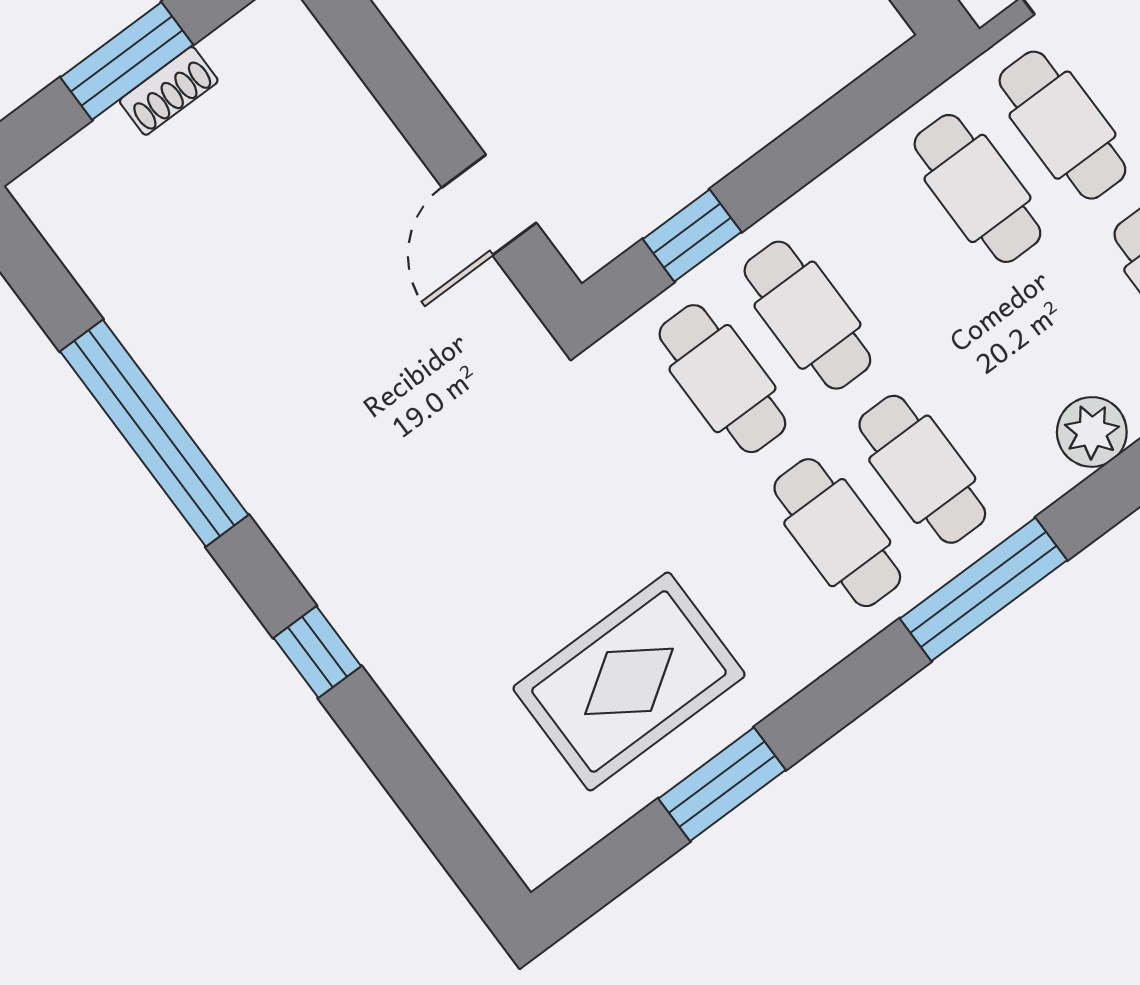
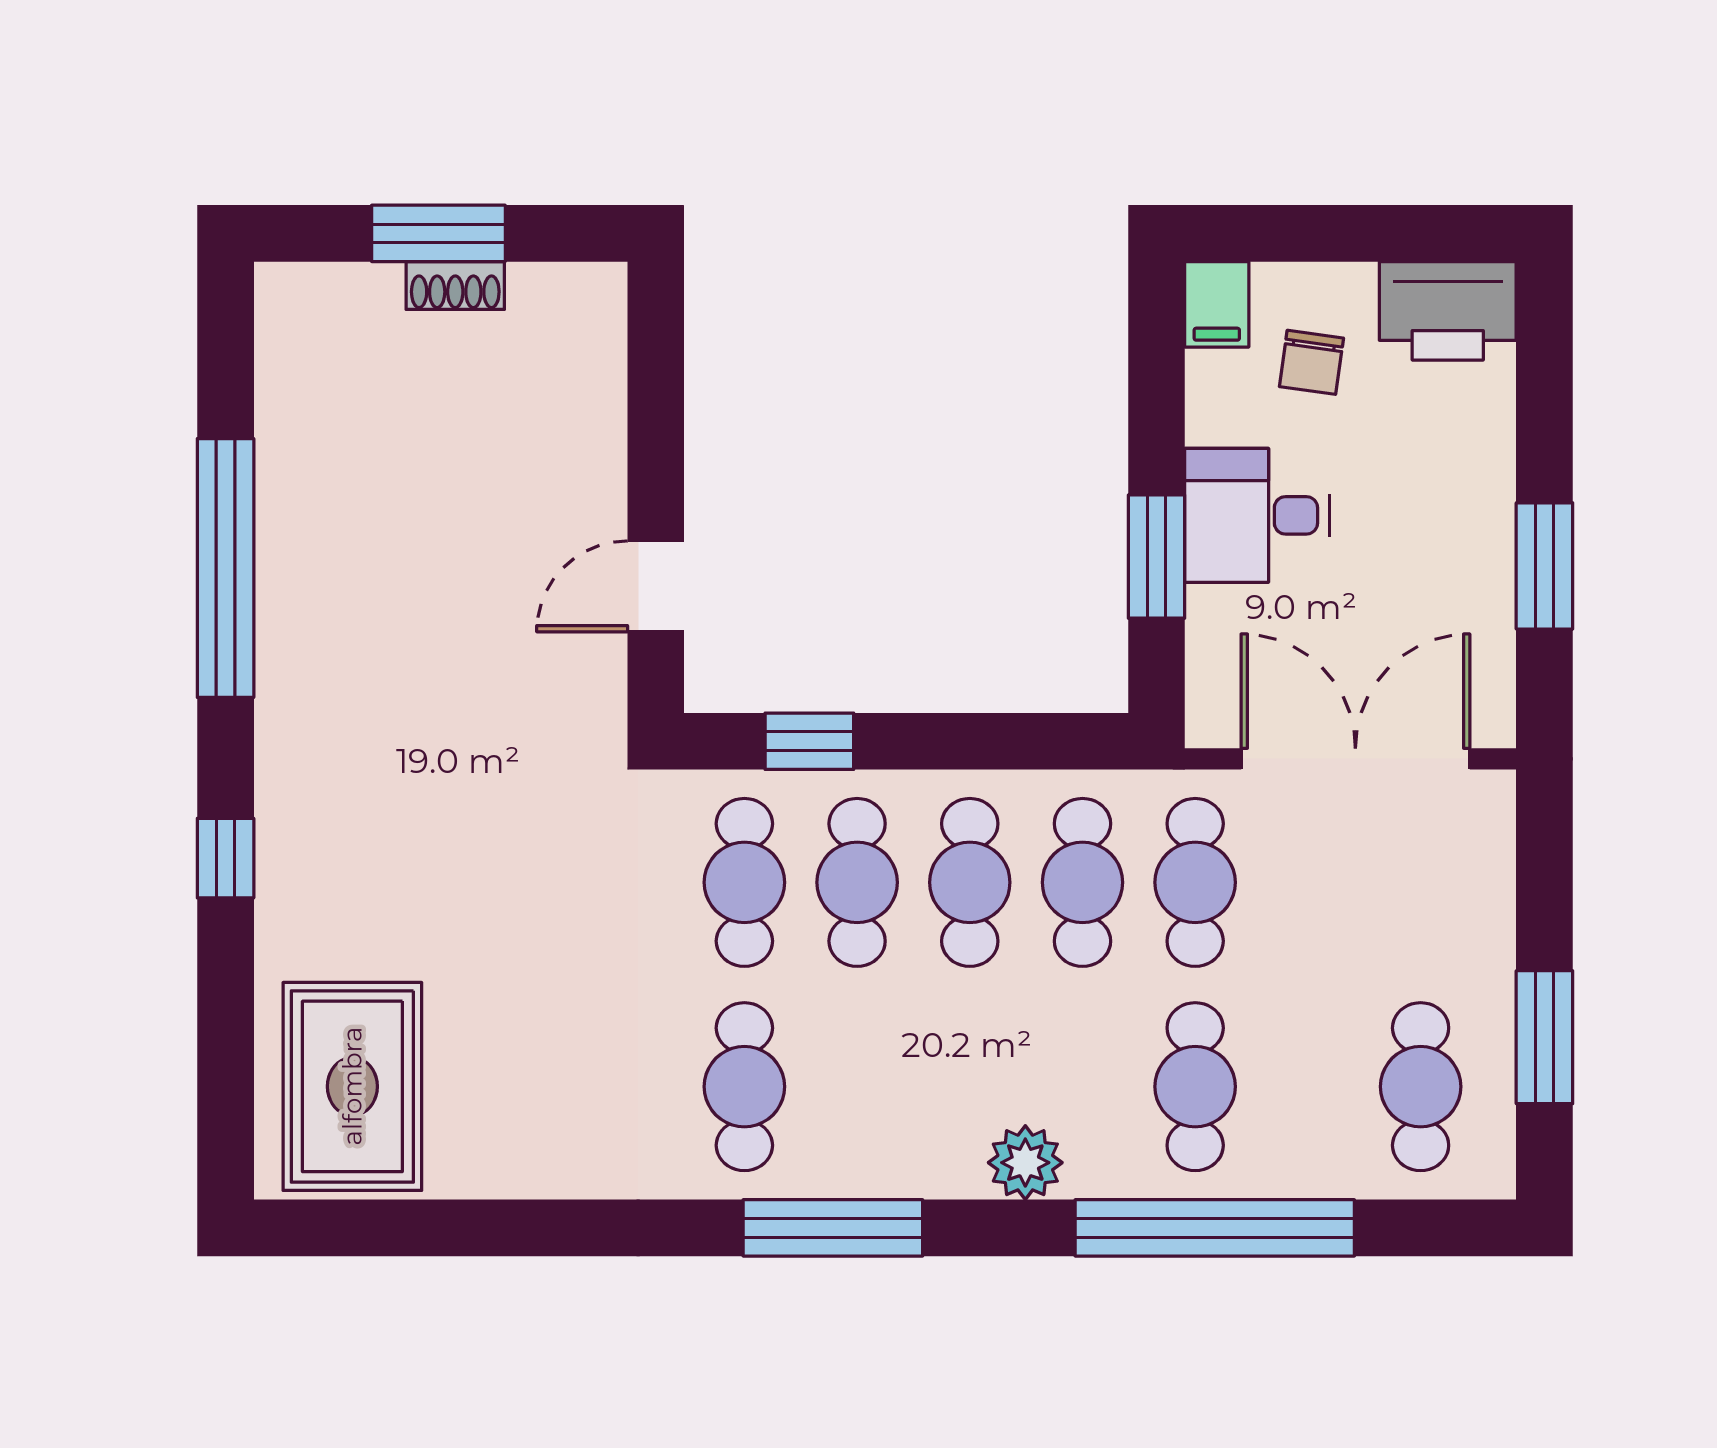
cafe table: (922, 469) -> (970, 882), moved
rug: (629, 681) -> (352, 1086), moved, turned 90
window: (722, 784) -> (486, 1228), removed

